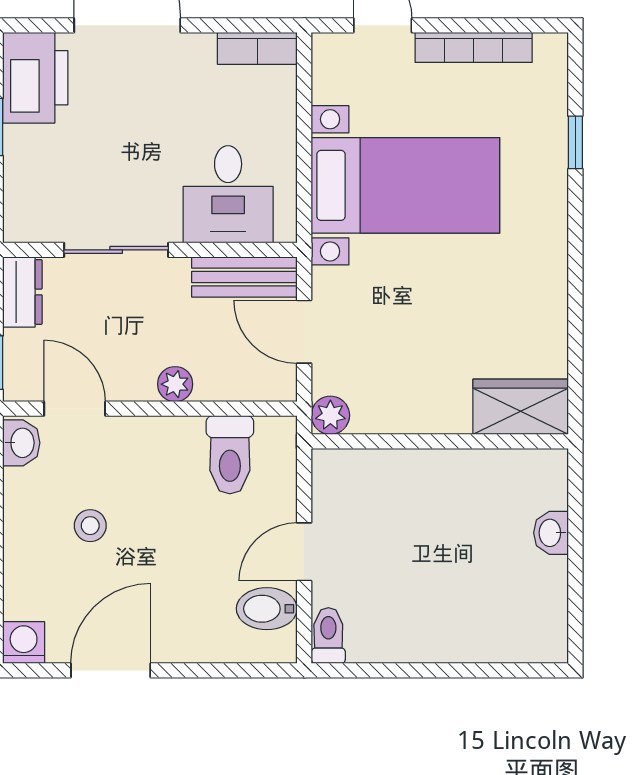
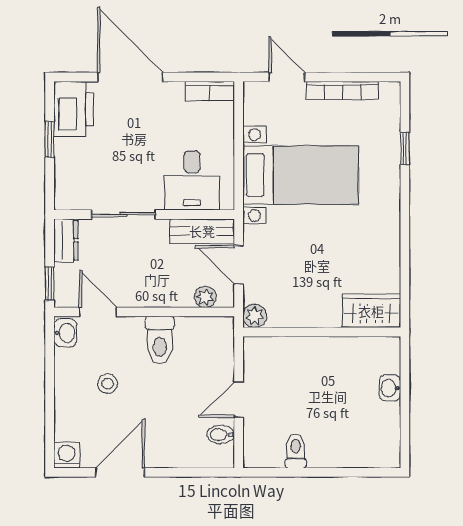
plant: (175, 384) -> (205, 297), moved
toilet: (230, 455) -> (160, 340), moved
bidet: (267, 609) -> (221, 435), width x0.72, depth x0.74
toilet: (328, 636) -> (296, 451), moved

